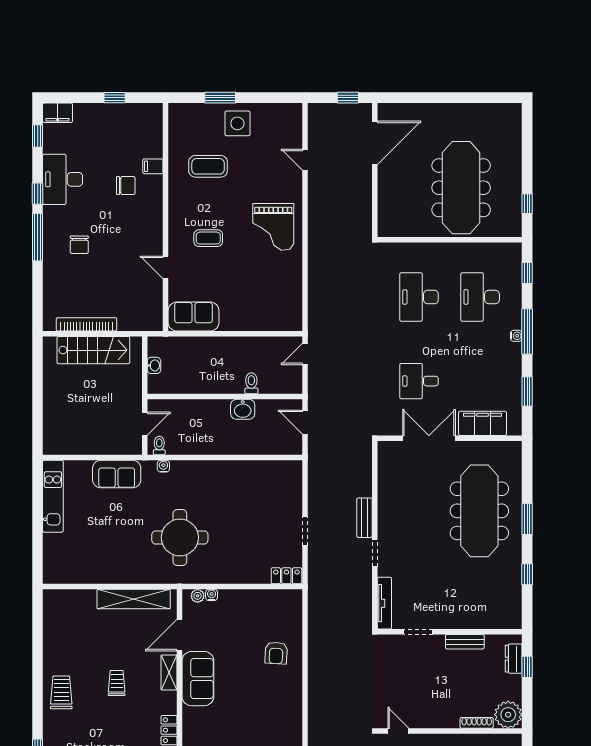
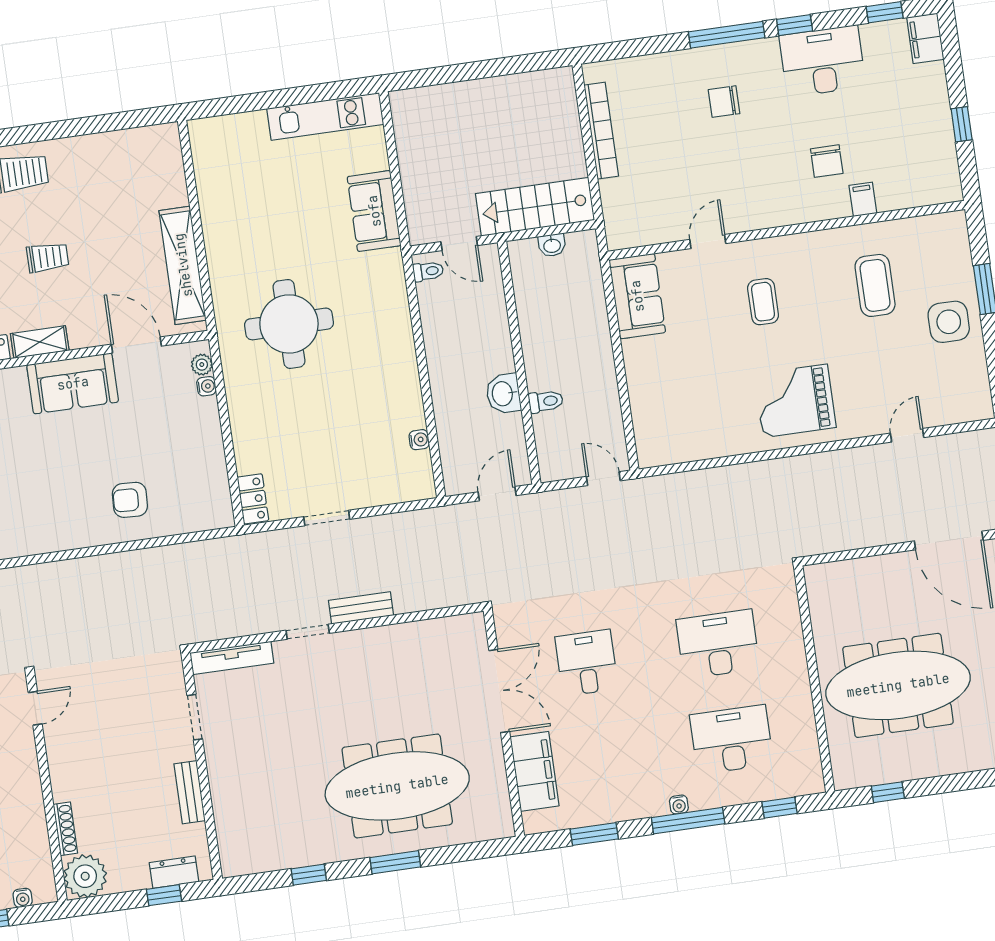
stairs: (93, 350) -> (535, 207), moved, turned 90
water cooler: (163, 466) -> (419, 440), moved
shelving: (169, 672) -> (40, 342), moved

